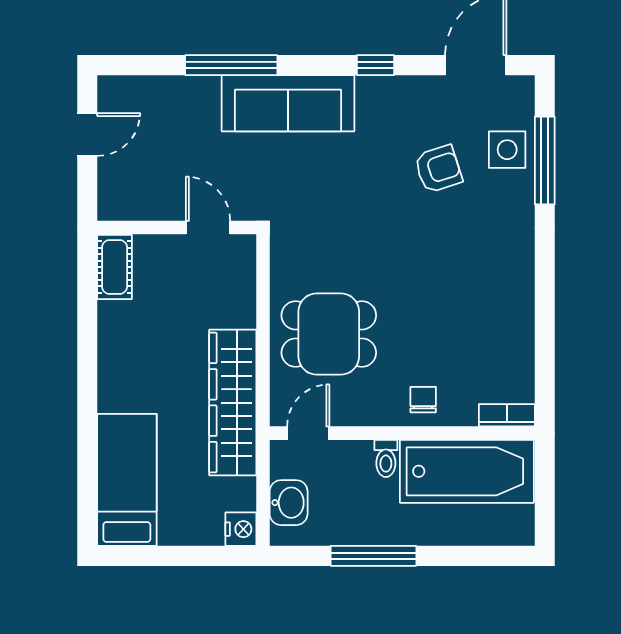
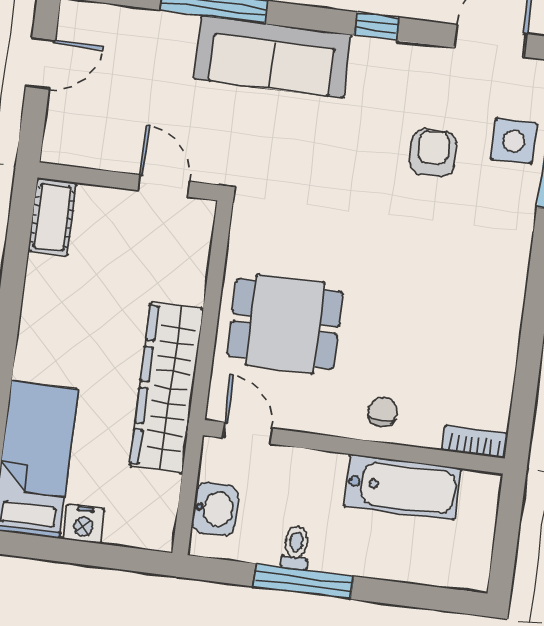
armchair: (438, 169) -> (433, 153), turned -72
door: (308, 433) -> (247, 433), hinge flipped
toilet: (386, 458) -> (296, 548), moved, turned 180
bathtub: (467, 471) -> (402, 487), width x0.73, depth x0.73
nightstand: (241, 529) -> (84, 524), moved, turned 90

